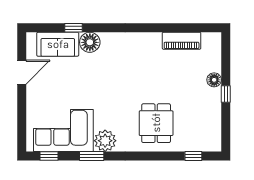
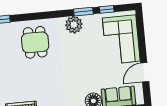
corner sofa: (63, 130) -> (121, 40), moved, turned 90
window: (49, 156) -> (107, 9), moved

